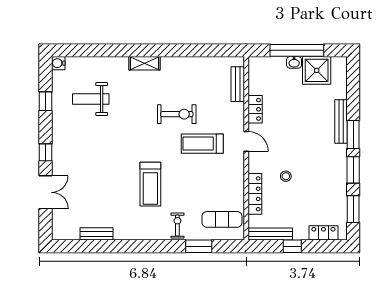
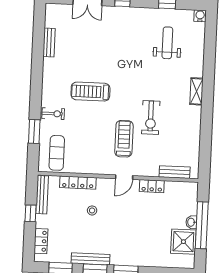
bench: (341, 122) -> (90, 259), moved

